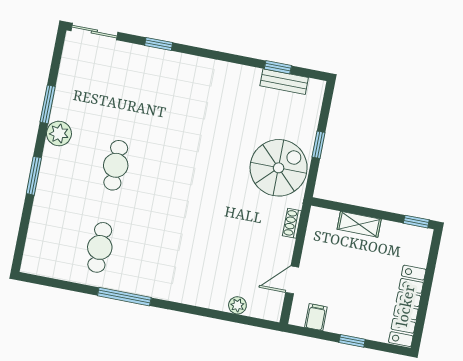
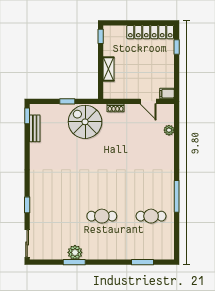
window: (278, 67) -> (27, 116), moved
plant: (59, 134) -> (75, 252), moved
window: (34, 176) -> (142, 262), moved
filing cabinet: (316, 317) -> (167, 94), moved
window: (352, 341) -> (177, 47), moved

